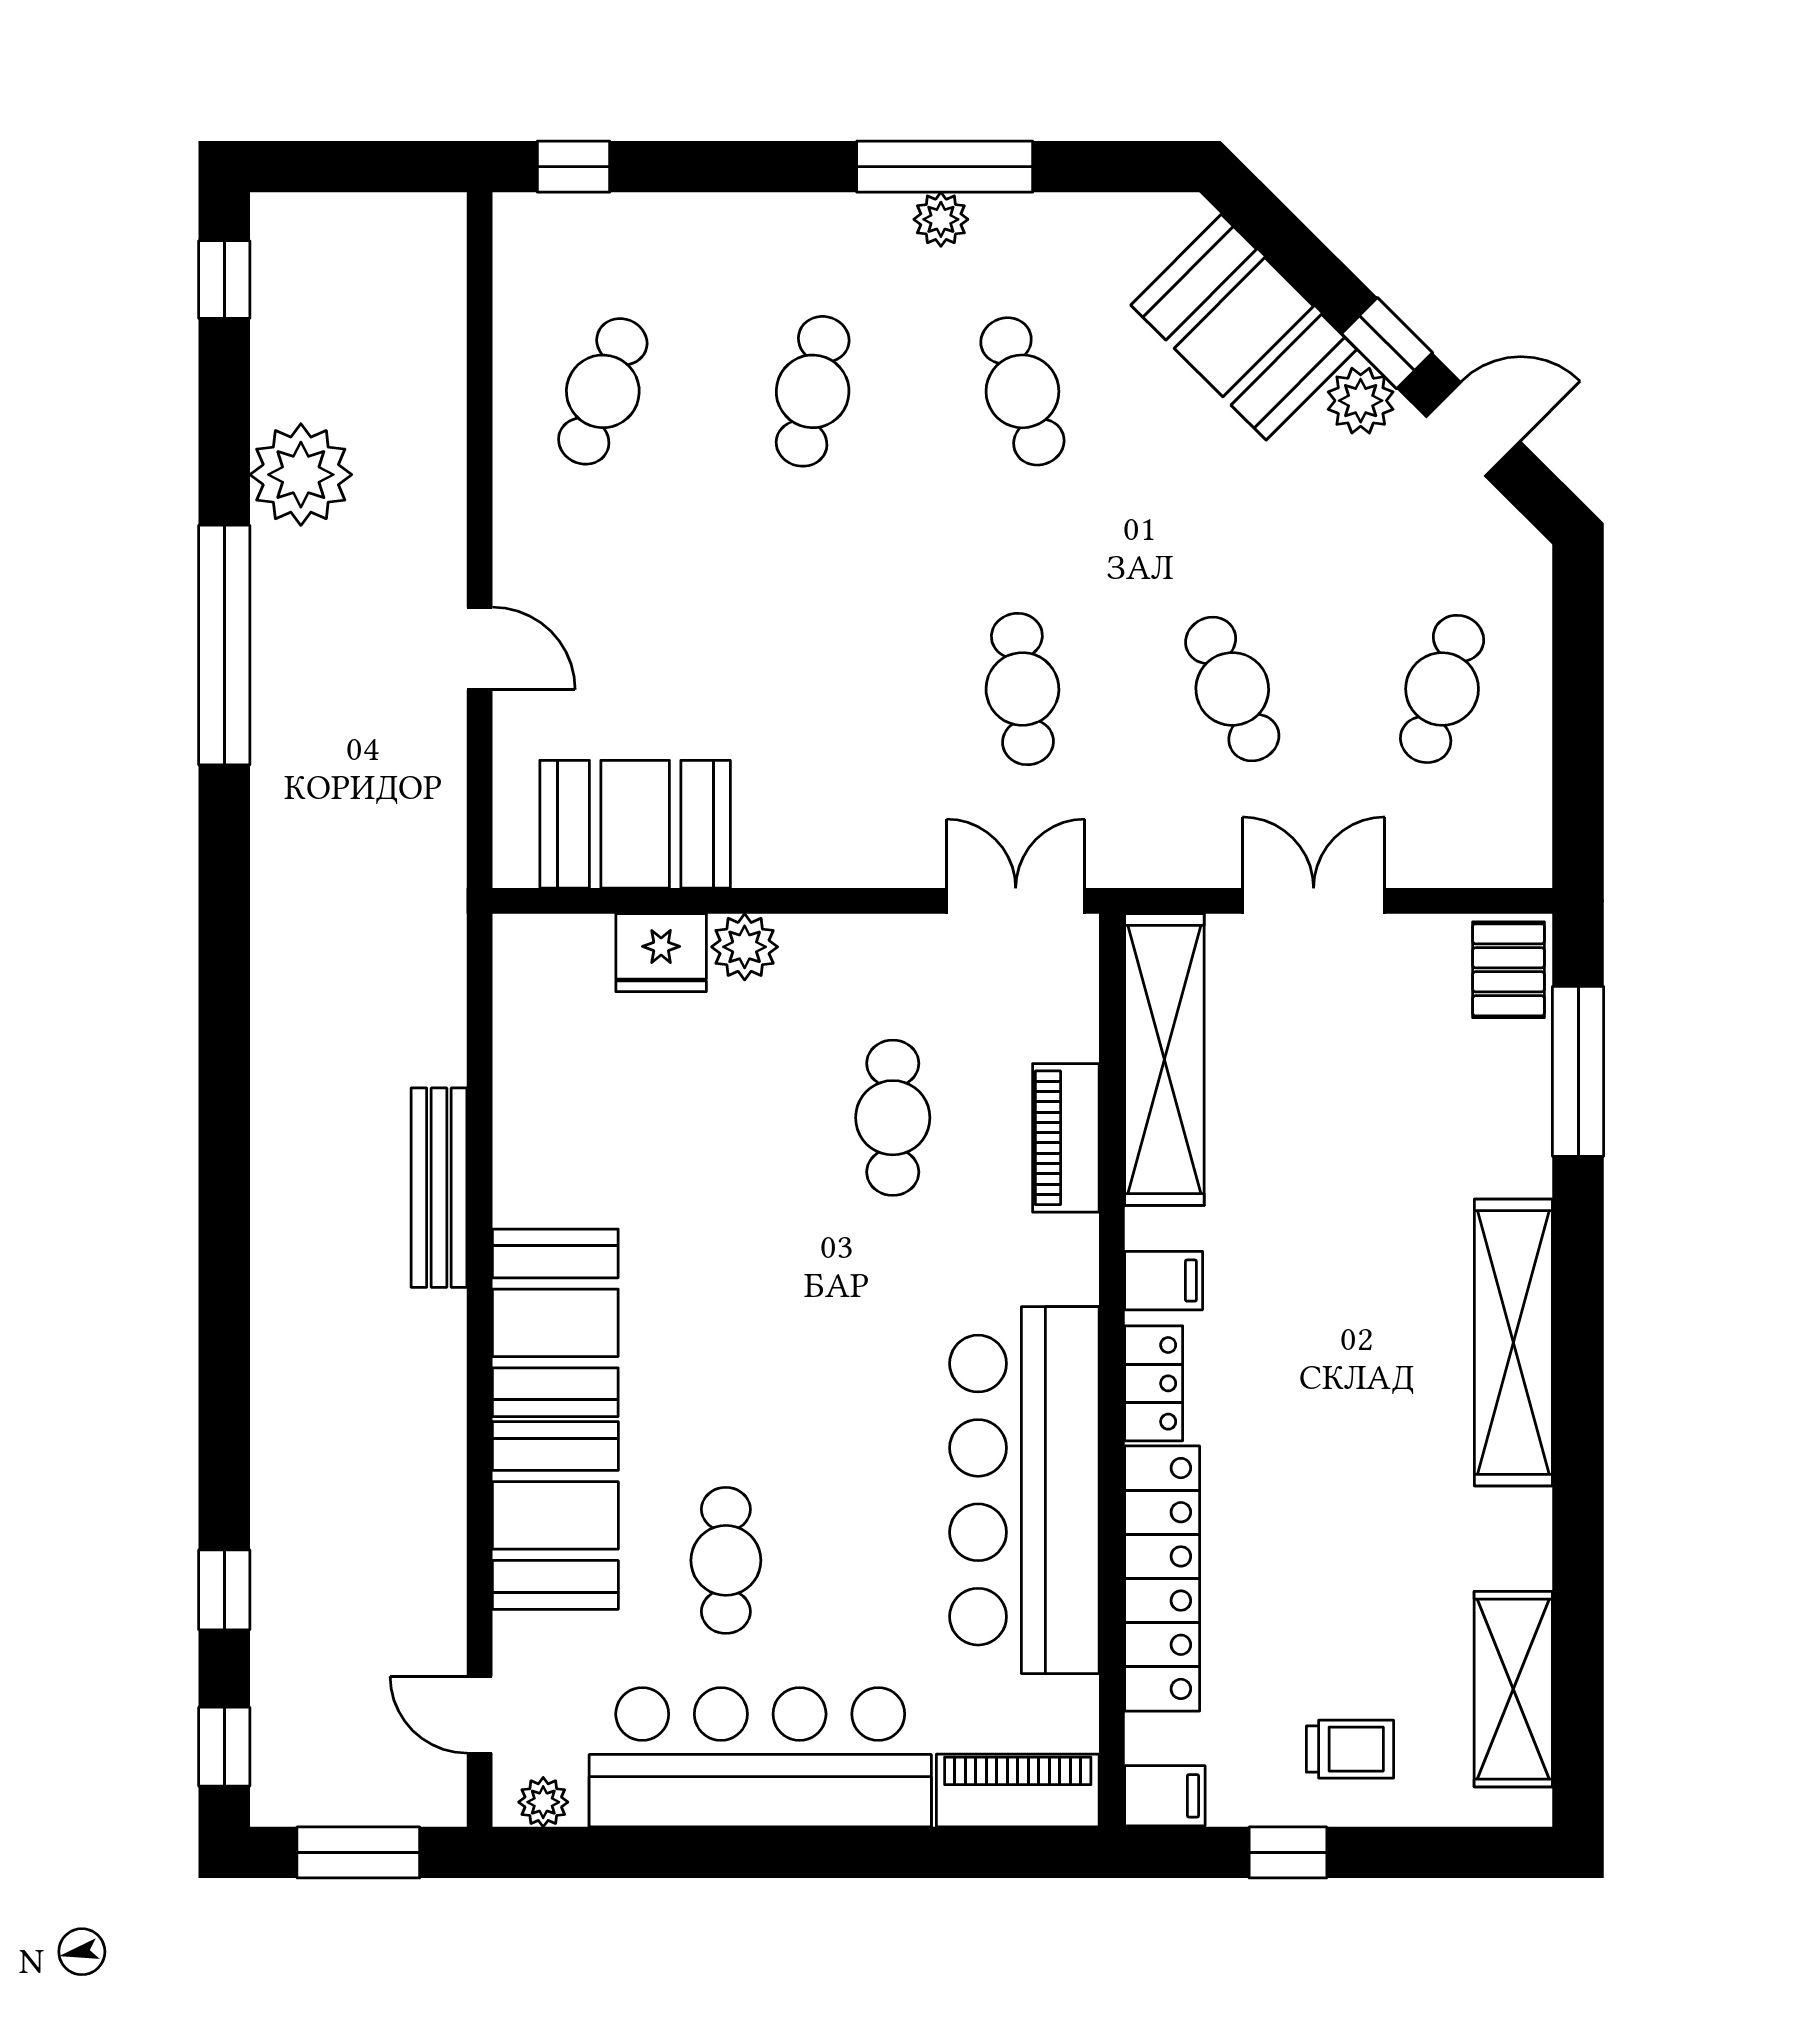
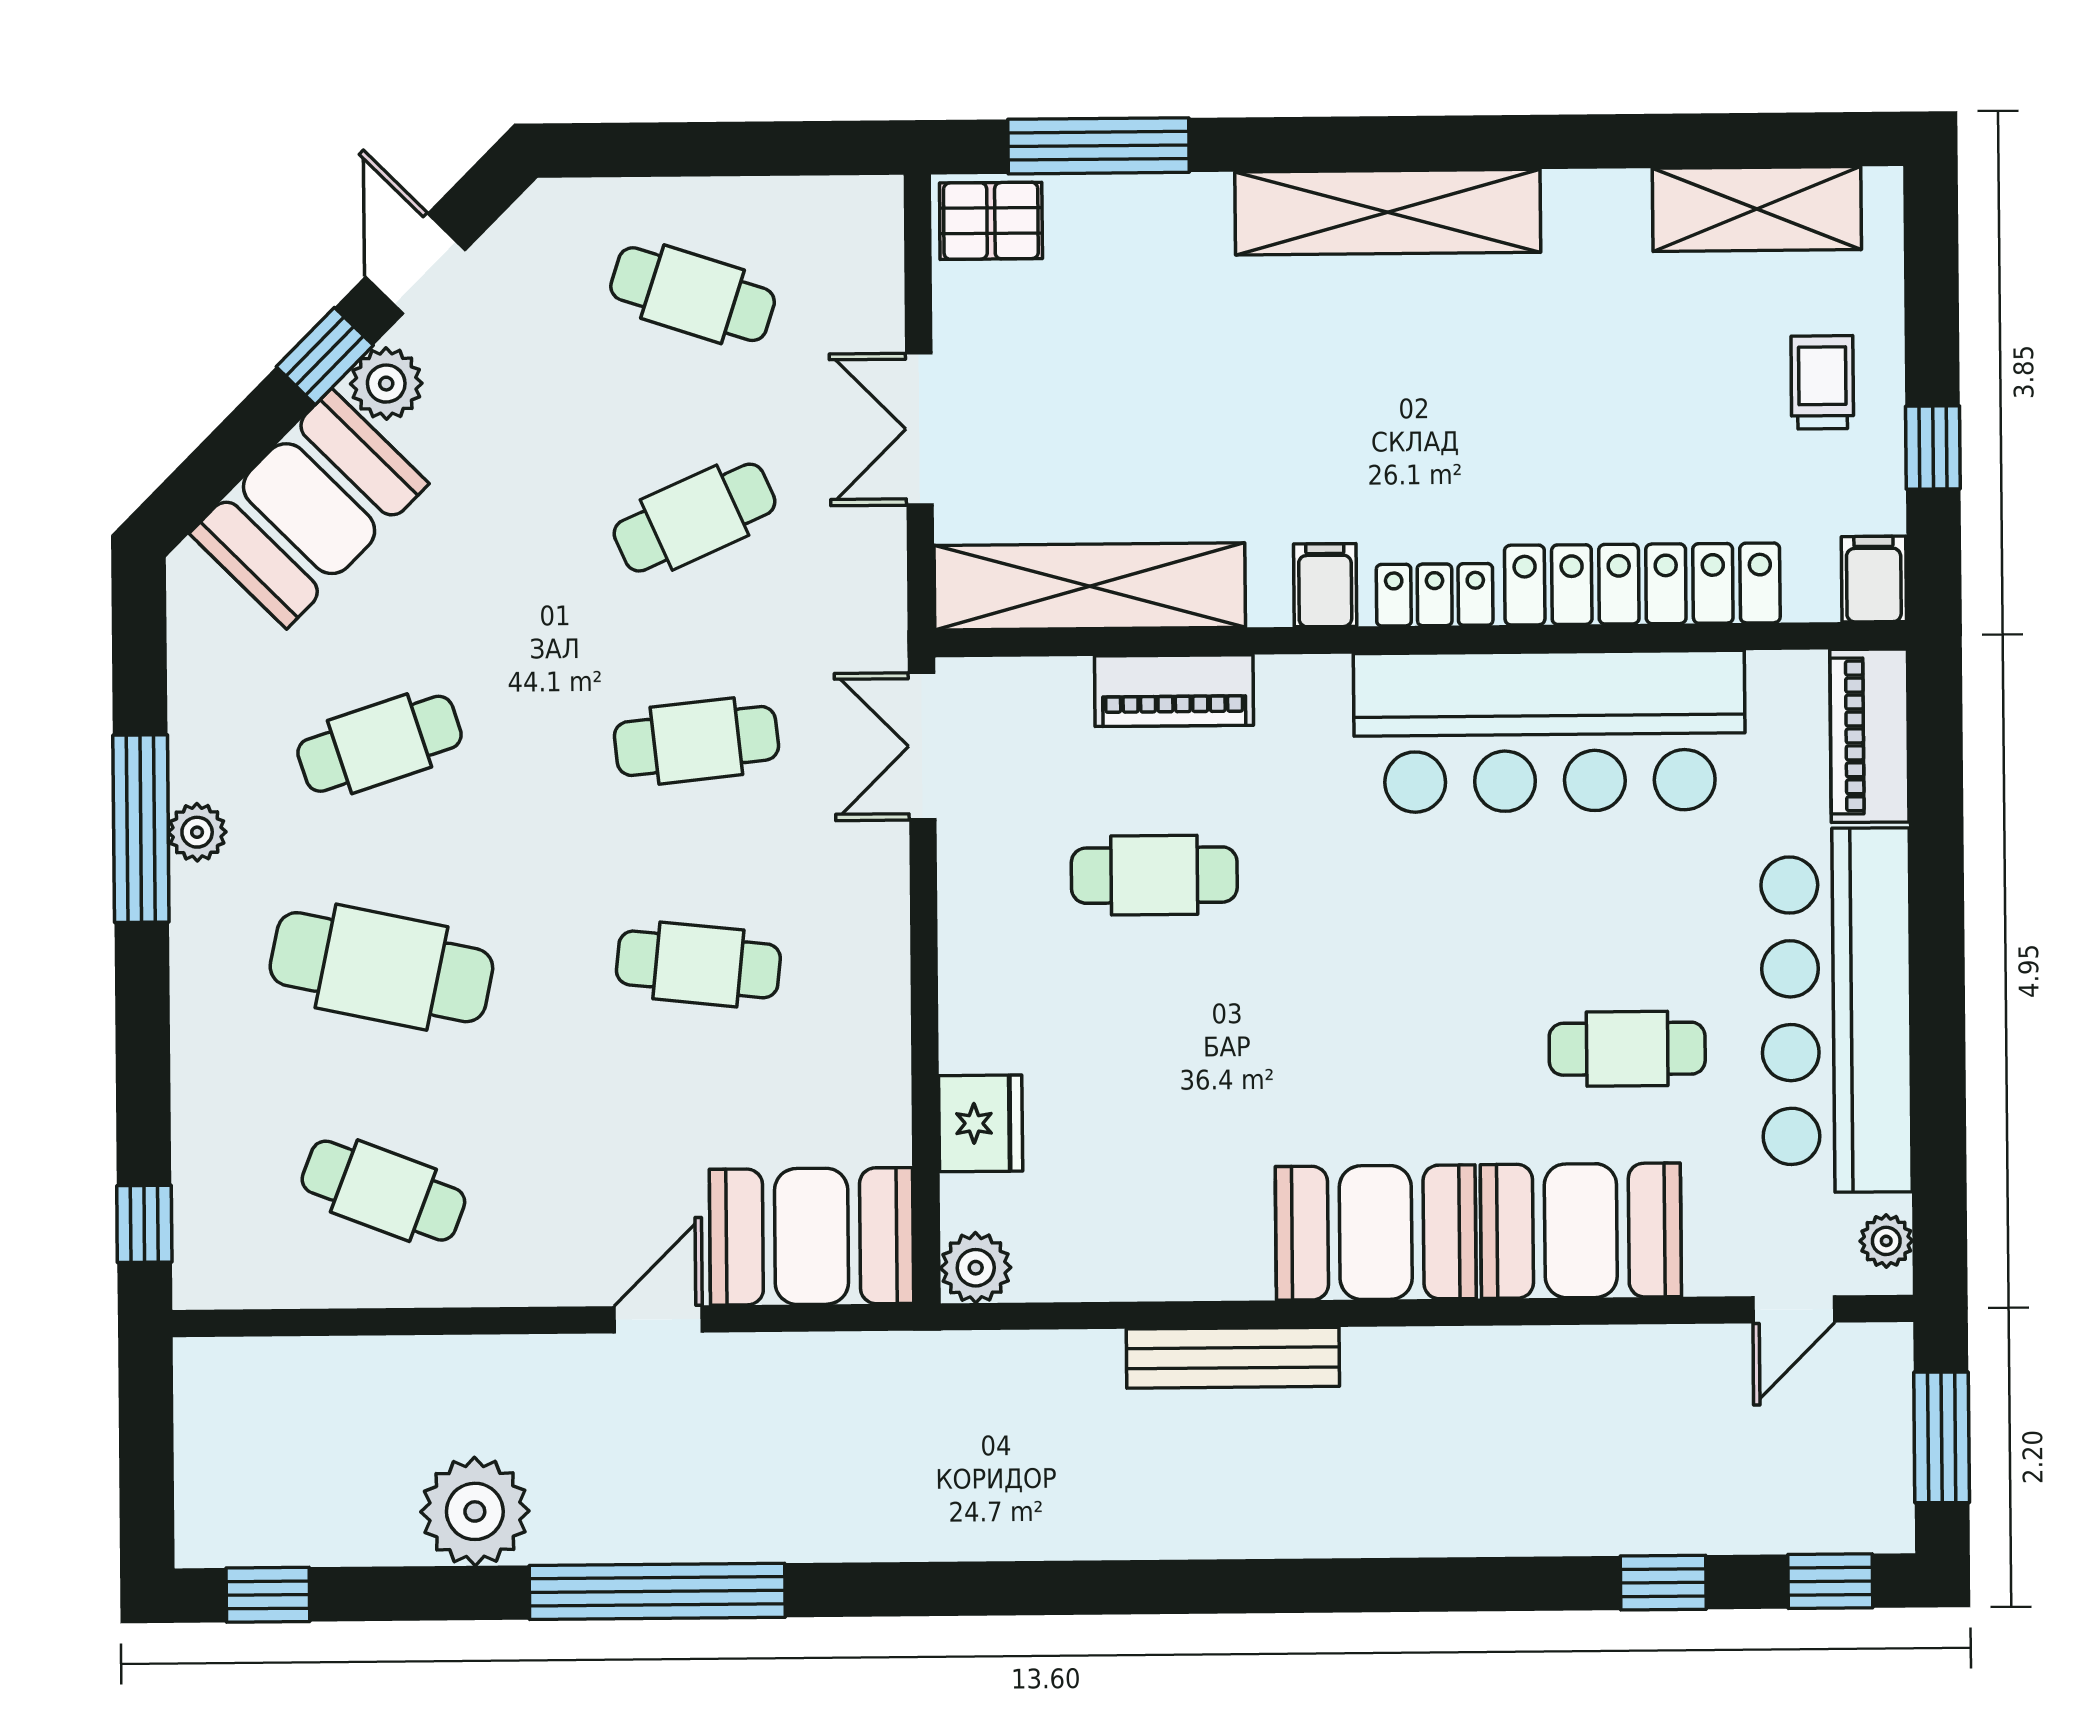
cafe table: (813, 391) -> (381, 967), width x1.37, depth x1.35
cafe table: (813, 689) -> (698, 964), added
booth: (635, 824) -> (811, 1236), moved, turned 90
plant: (745, 947) -> (976, 1268), moved

